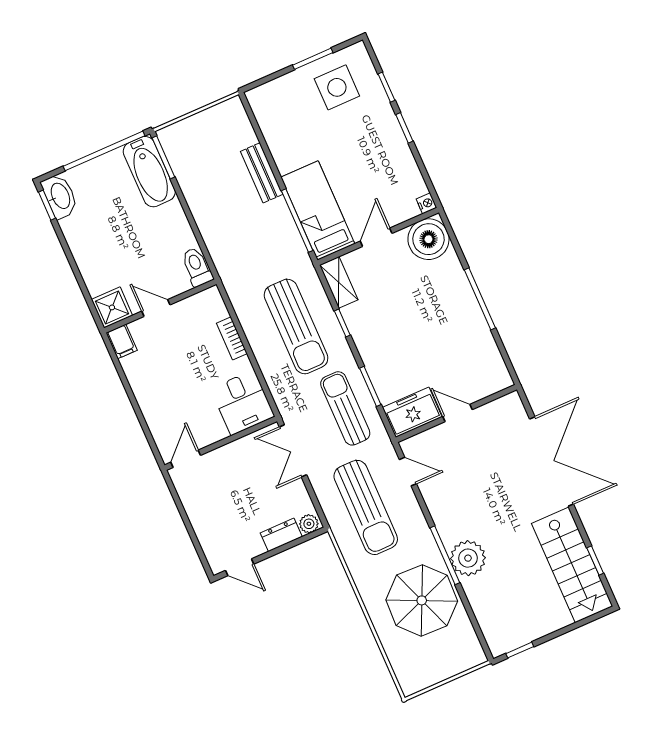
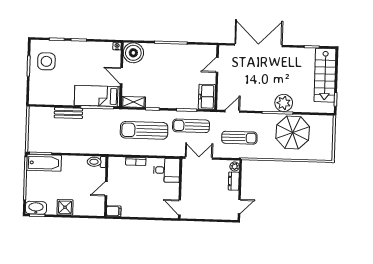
shower: (112, 307) -> (65, 207), moved
sun lounger: (296, 326) -> (144, 130), turned 180
door: (458, 413) -> (217, 65), moved
double door: (293, 451) -> (199, 158), swing flipped
sun lounger: (366, 507) -> (239, 138), width x0.73, depth x0.75
stairs: (572, 565) -> (325, 75), moved, turned 90

